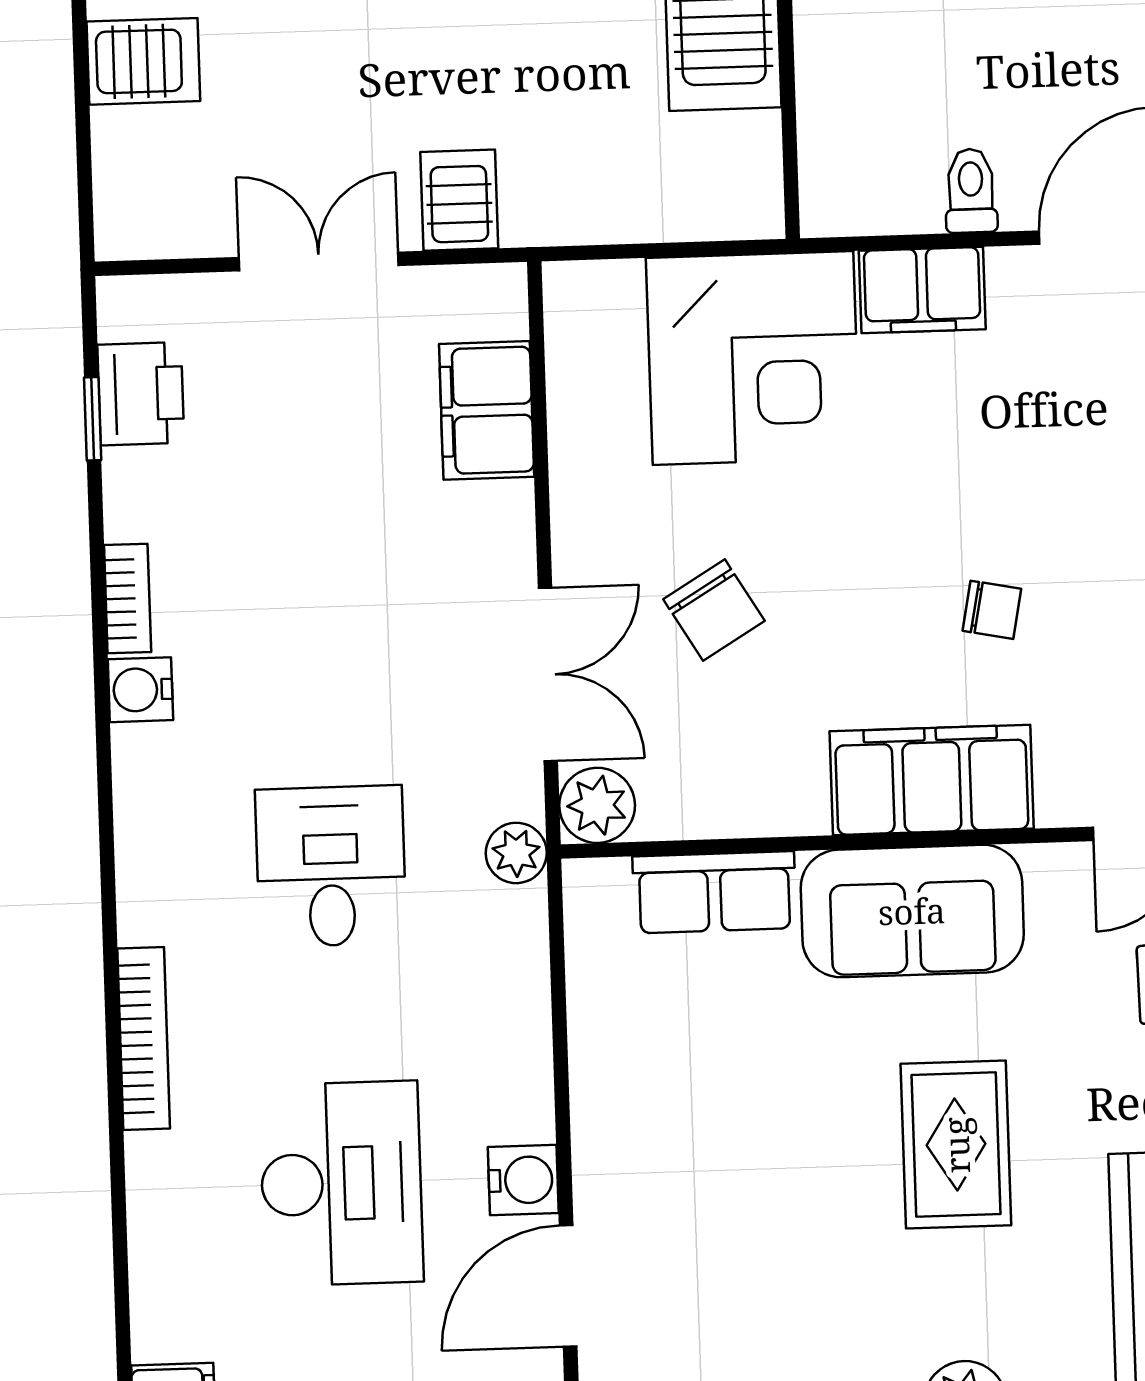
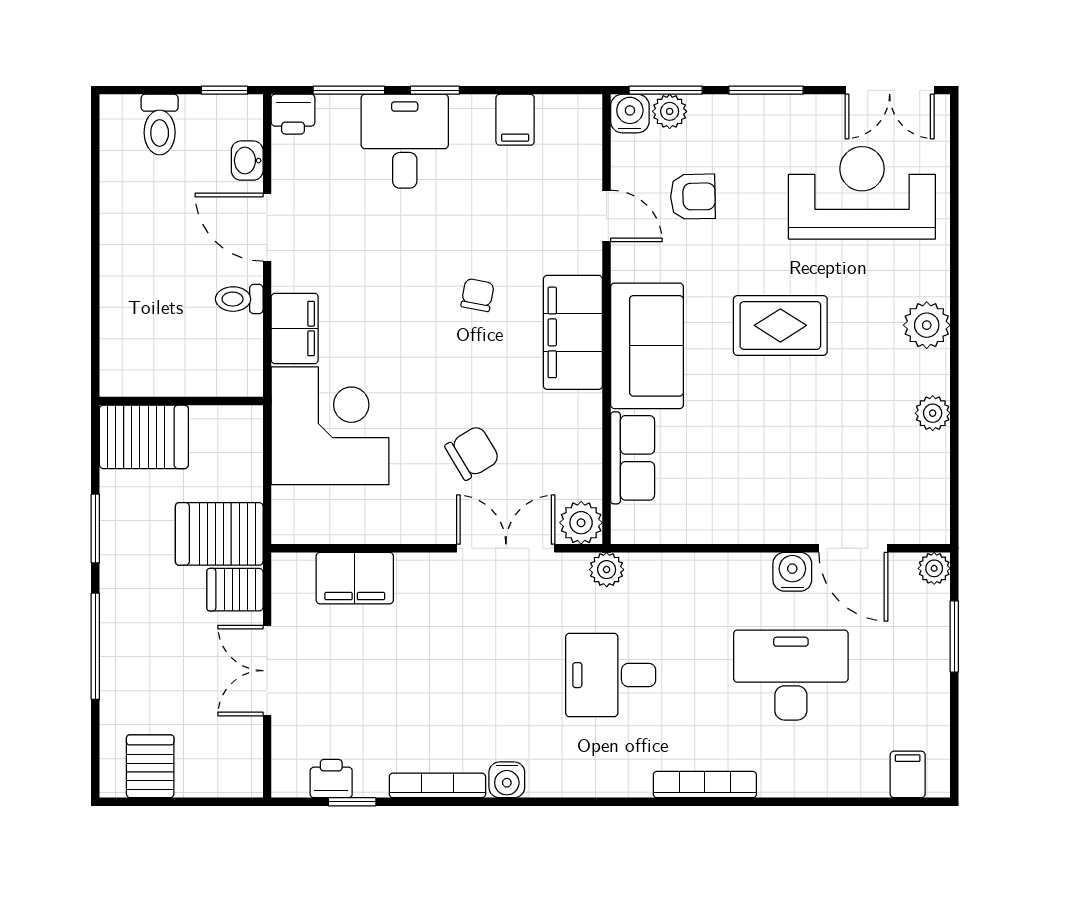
server rack: (556, 169) -> (219, 534), added
printer: (141, 394) -> (331, 779), width x0.73, depth x0.81
bookcase: (128, 598) -> (437, 785), width x1.56

